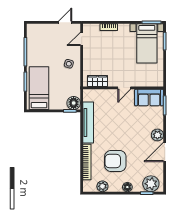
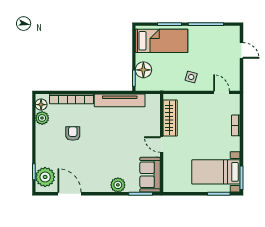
door: (65, 22) -> (241, 50), moved
wardrobe: (98, 81) -> (170, 118), width x1.50
floor lamp: (74, 103) -> (143, 70), moved
plant: (157, 135) -> (118, 185), moved
door: (165, 152) -> (70, 194), moved
armchair: (115, 161) -> (73, 134), width x0.53, depth x0.53
floor lamp: (127, 187) -> (41, 105), moved

